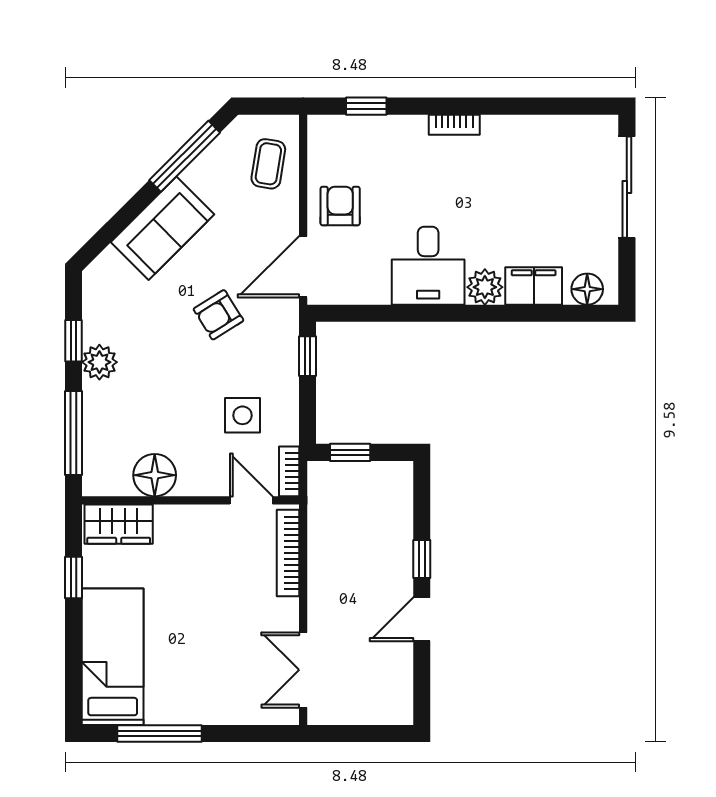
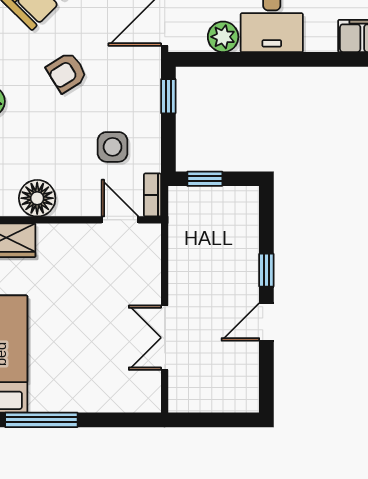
plant: (485, 287) -> (223, 37), moved
armchair: (218, 315) -> (67, 72), moved
bookcase: (288, 553) -> (152, 265), removed
double door: (303, 670) -> (165, 338), moved

